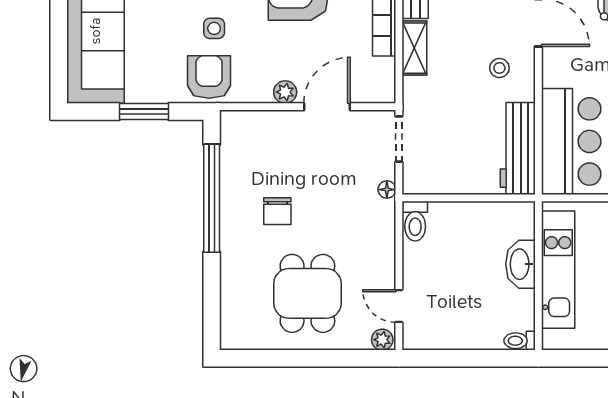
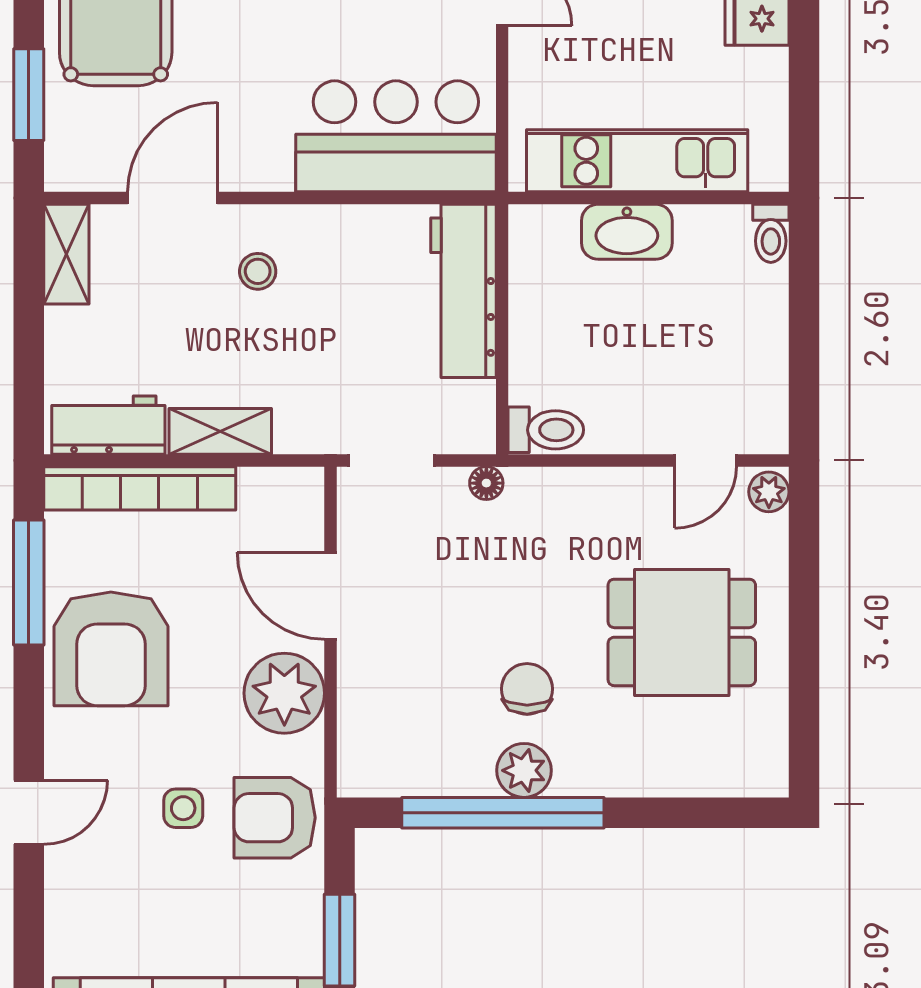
plant: (285, 92) -> (284, 693), width x1.88, depth x1.88
workbench: (518, 149) -> (463, 291), moved, turned 90
plant: (234, 210) -> (524, 770), added
chair: (277, 211) -> (527, 689), turned -90

